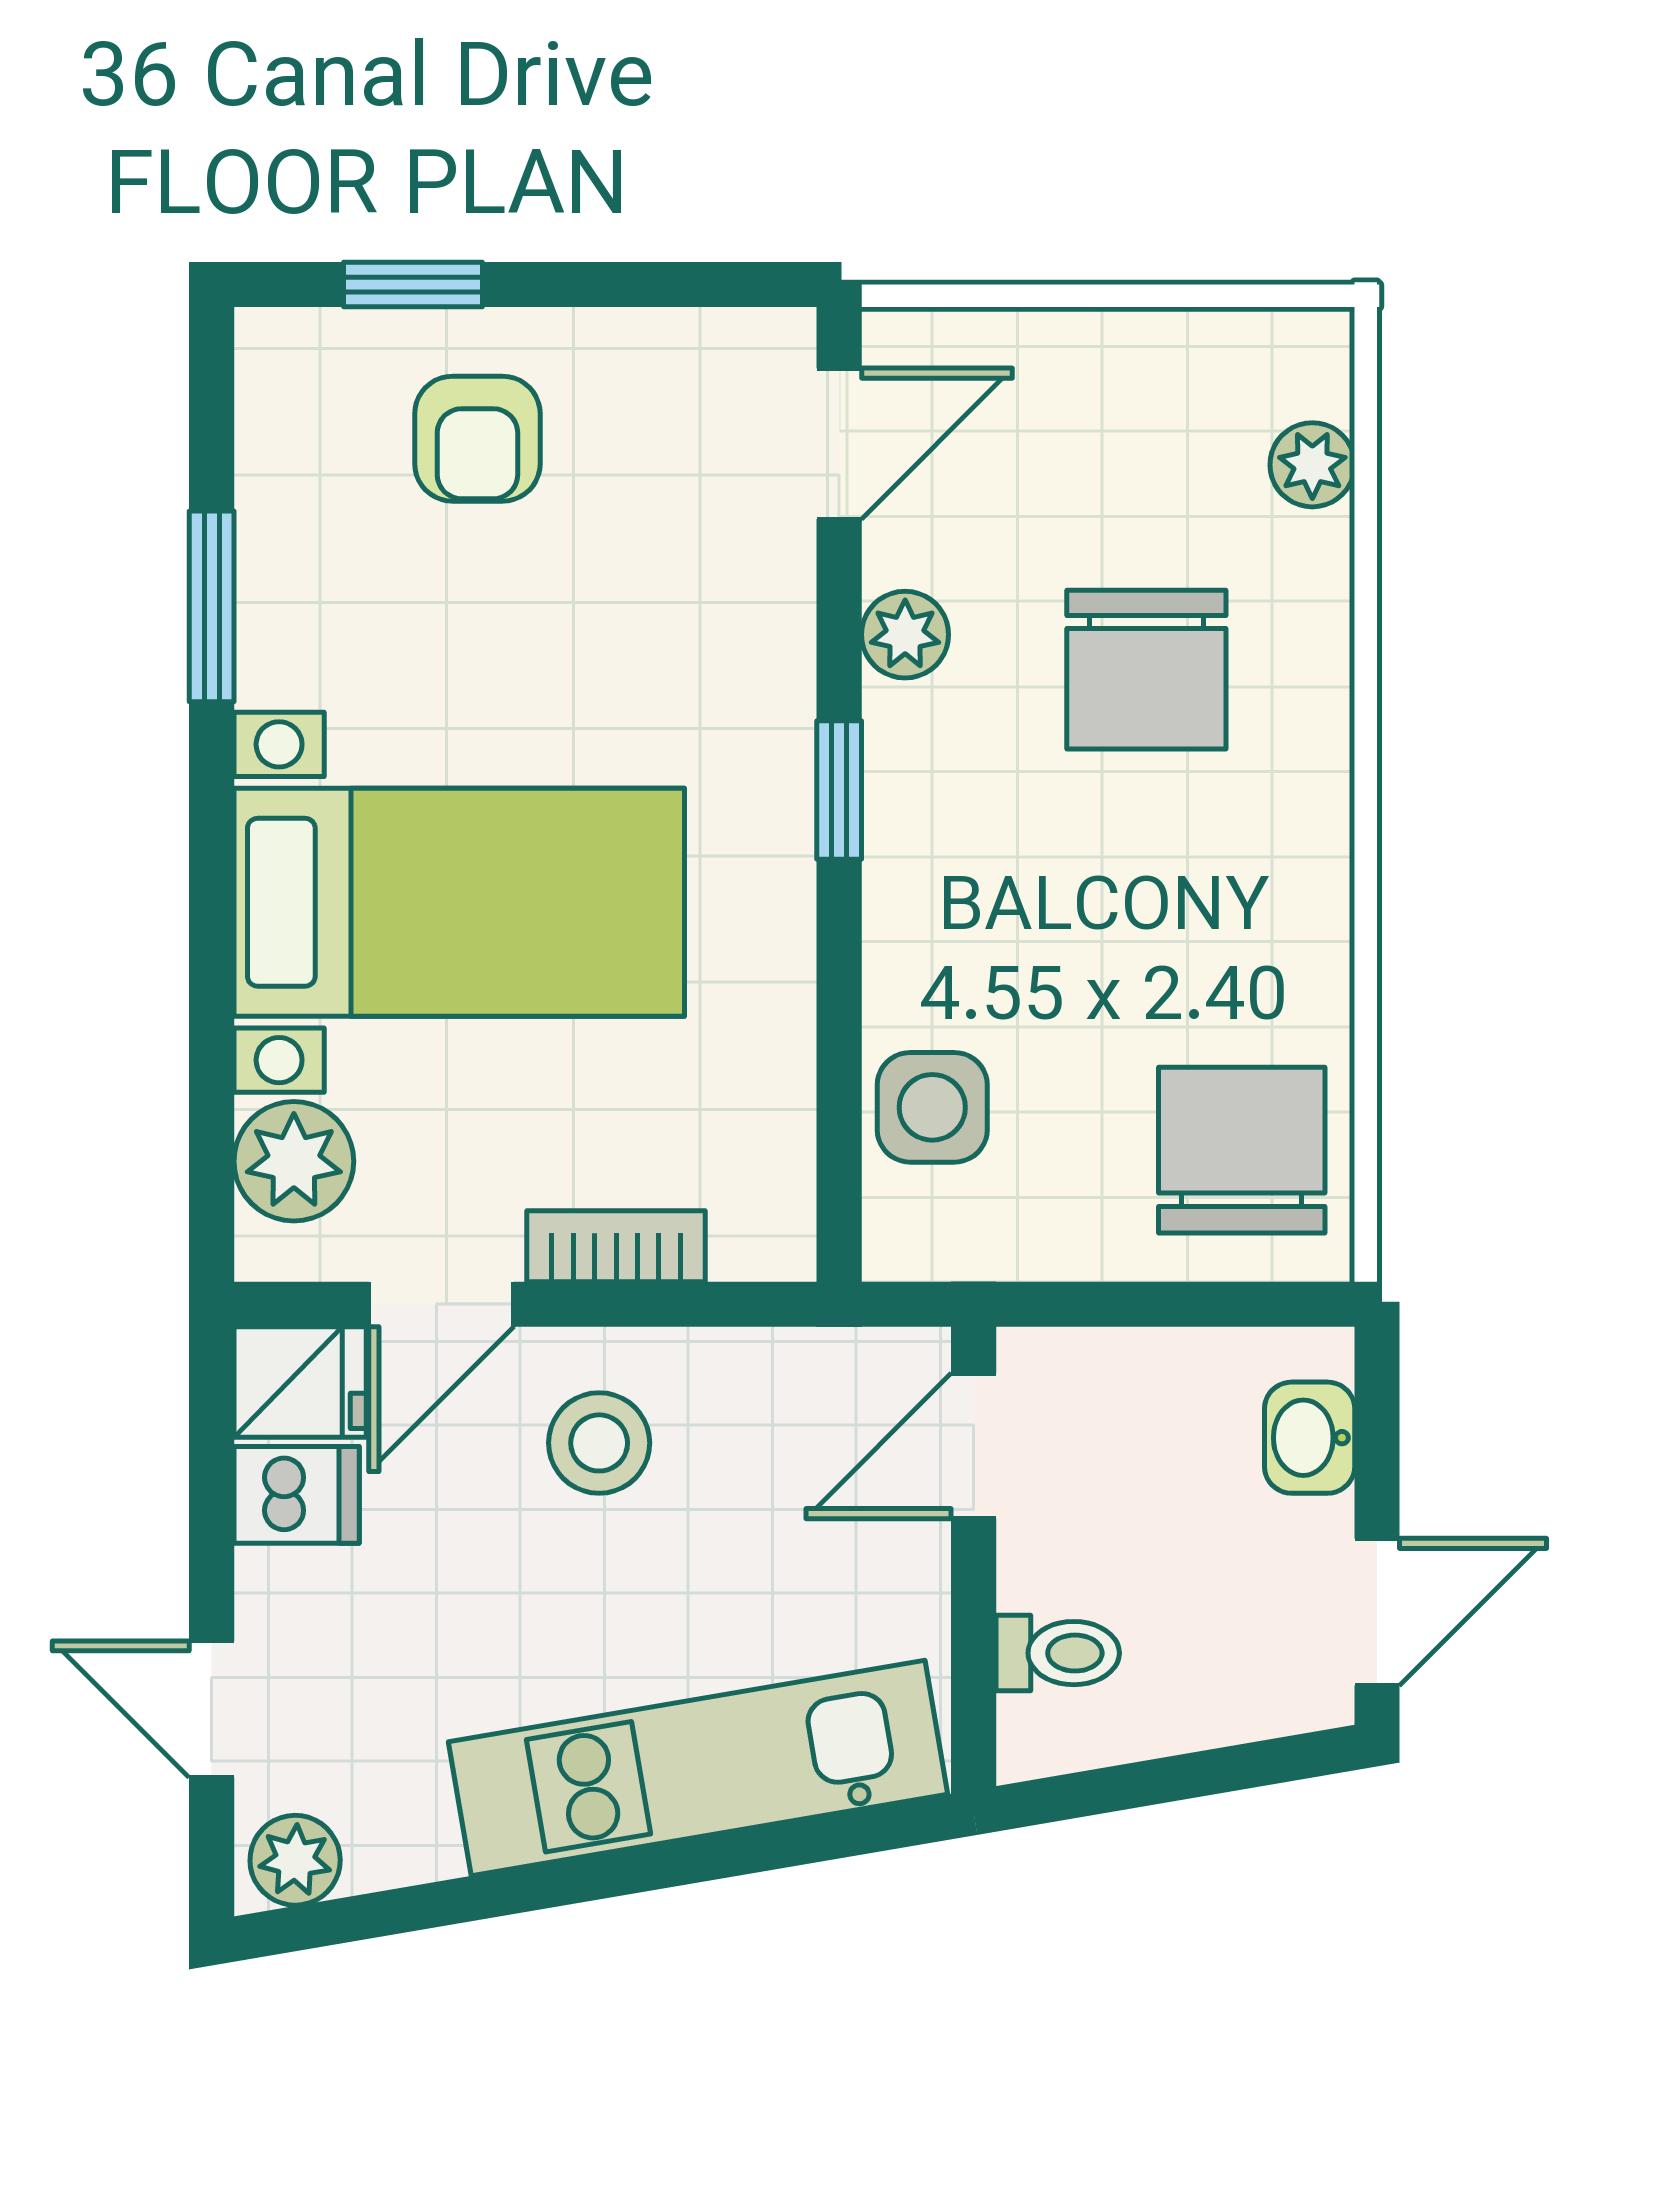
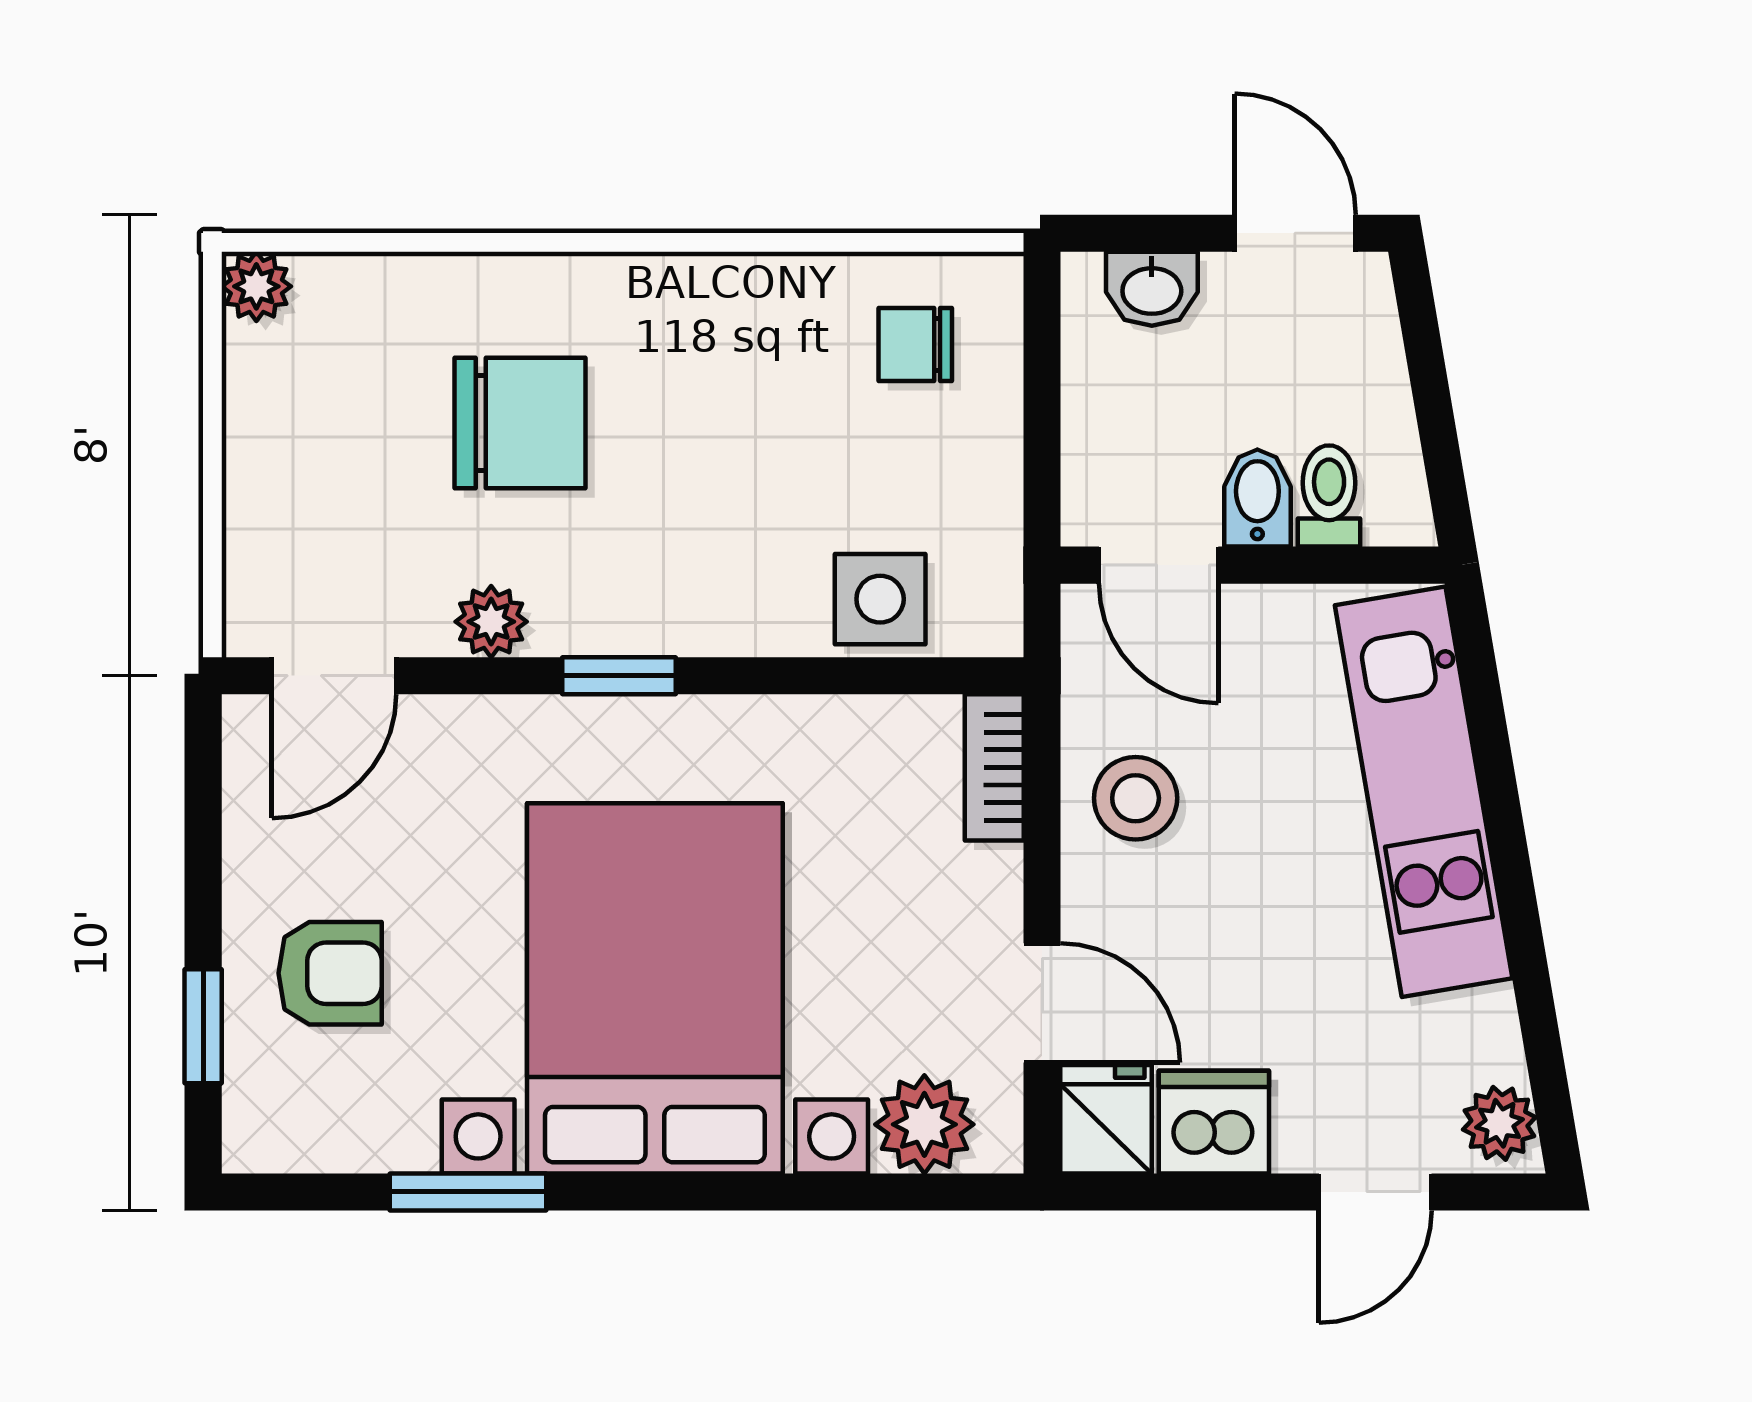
door: (839, 444) -> (334, 676), swing flipped
plant: (1312, 465) -> (256, 286), moved
bed with nightstands: (459, 902) -> (655, 988), width x1.36
chair: (1242, 1150) -> (915, 344), width x0.54, depth x0.54
bookcase: (616, 1246) -> (994, 767), moved
stool: (599, 1443) -> (1136, 798), moved
dishwasher: (297, 1495) -> (1214, 1122), width x1.38
bidet: (1055, 1566) -> (1257, 498), added

